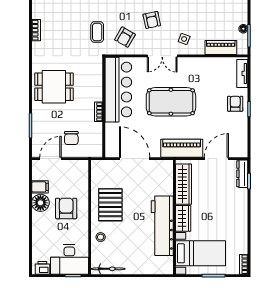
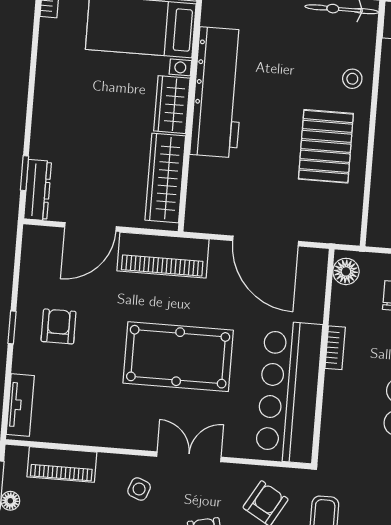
armchair: (235, 104) -> (59, 326), moved, turned 180
floor lamp: (96, 148) -> (346, 271), added

